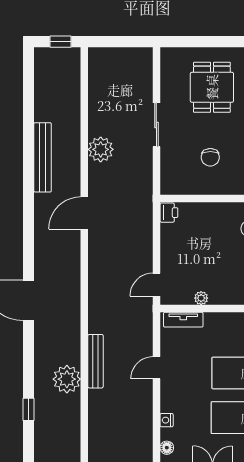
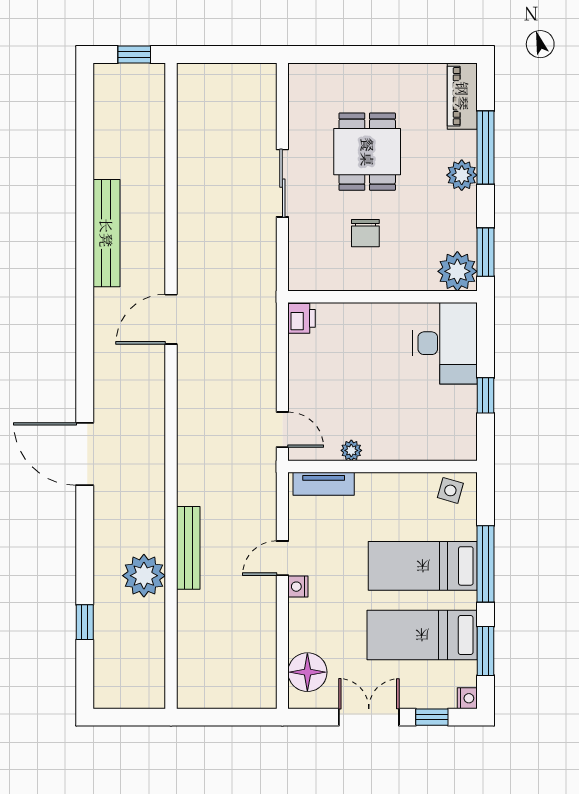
dining table: (212, 87) -> (367, 152), moved
plant: (101, 149) -> (196, 221), removed
door: (156, 285) -> (282, 430), swing flipped
nightstand: (167, 420) -> (298, 587), moved
floor lamp: (167, 448) -> (307, 672), width x1.89, depth x1.89

